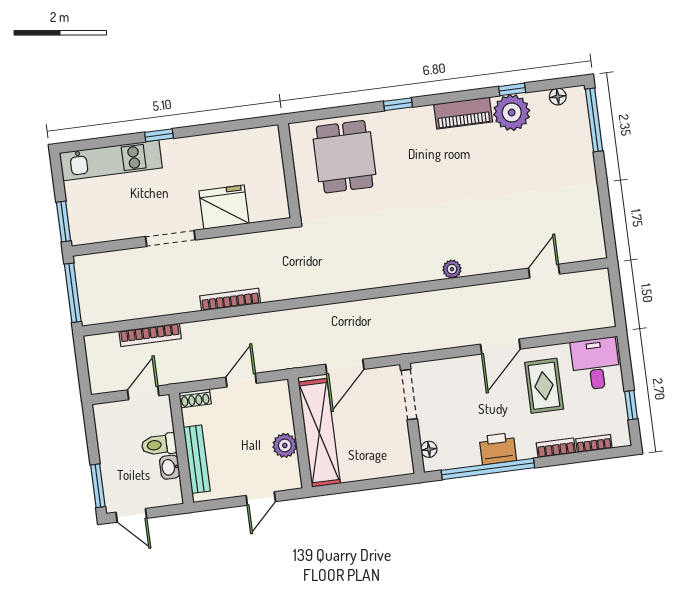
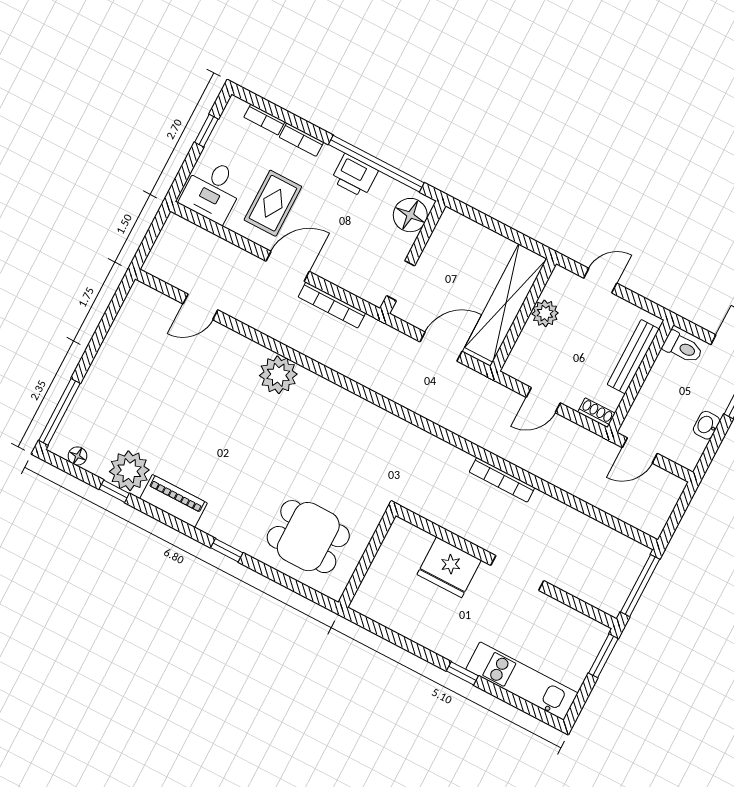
dining table: (345, 157) -> (308, 537), turned 90
plant: (452, 269) -> (278, 375), width x1.87, depth x1.87
bookcase: (150, 335) -> (332, 305), moved, turned 180
doorway: (409, 395) -> (401, 281), width x0.73
toilet: (159, 445) -> (683, 347), moved
floor lamp: (429, 449) -> (410, 215), width x1.89, depth x1.89
washbasin: (170, 467) -> (707, 425), moved, turned 180

